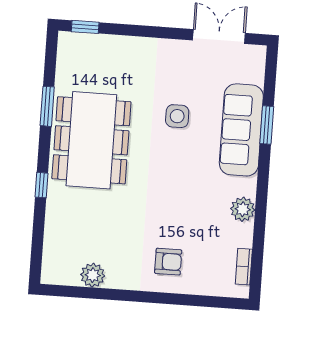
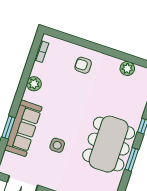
window: (47, 106) -> (132, 159), moved

